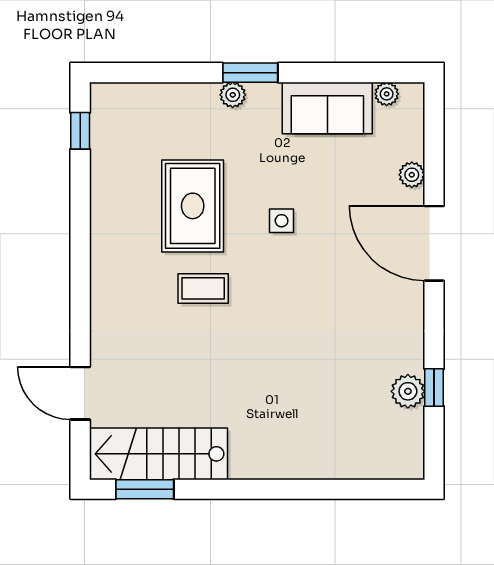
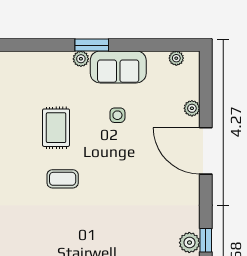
sofa: (327, 108) -> (118, 67), moved
rug: (193, 206) -> (56, 128), width x0.73, depth x0.70
side table: (282, 221) -> (117, 115), moved

